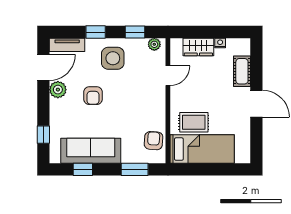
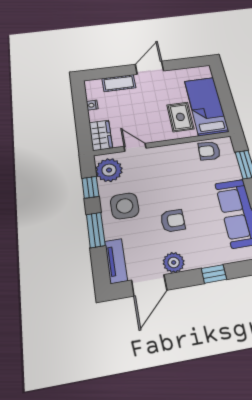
window: (96, 32) -> (96, 230), width x1.50
plant: (154, 44) -> (109, 170), width x1.88, depth x1.88
wardrobe: (198, 47) -> (101, 135), moved
door: (43, 67) -> (149, 285), swing flipped
window: (43, 135) -> (214, 274), moved

